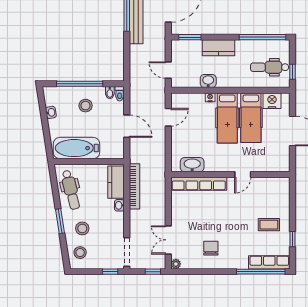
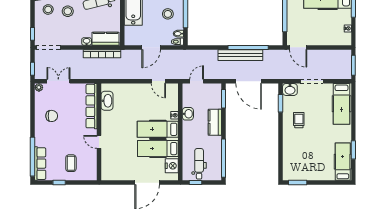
washbasin: (192, 165) -> (107, 101), moved
wall: (230, 174) -> (99, 132), moved
door: (243, 174) -> (99, 142), moved
row of seats: (199, 184) -> (92, 106), moved

